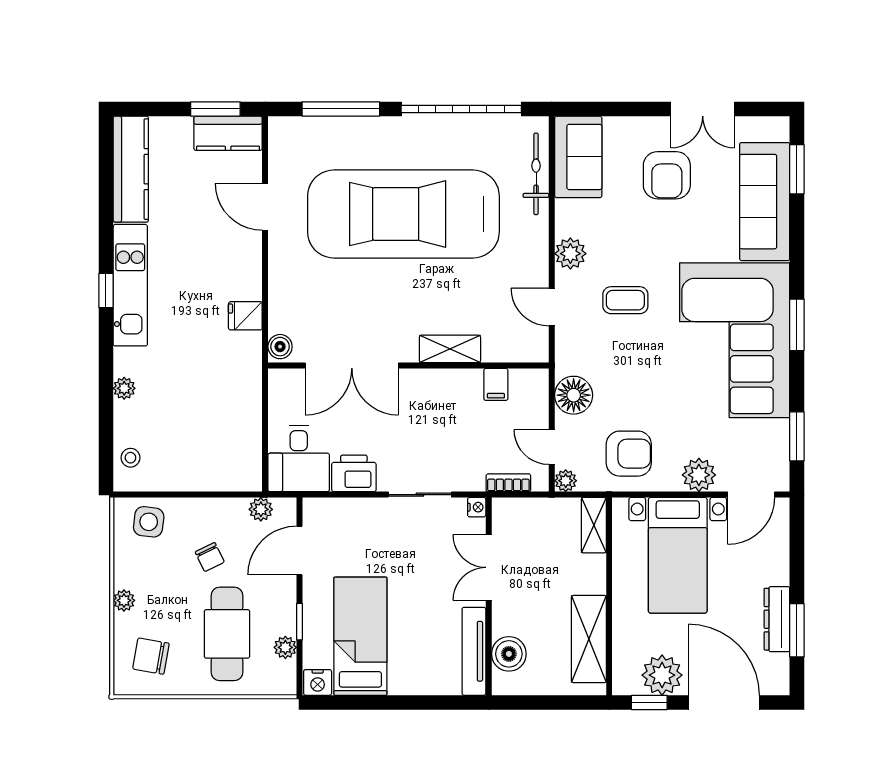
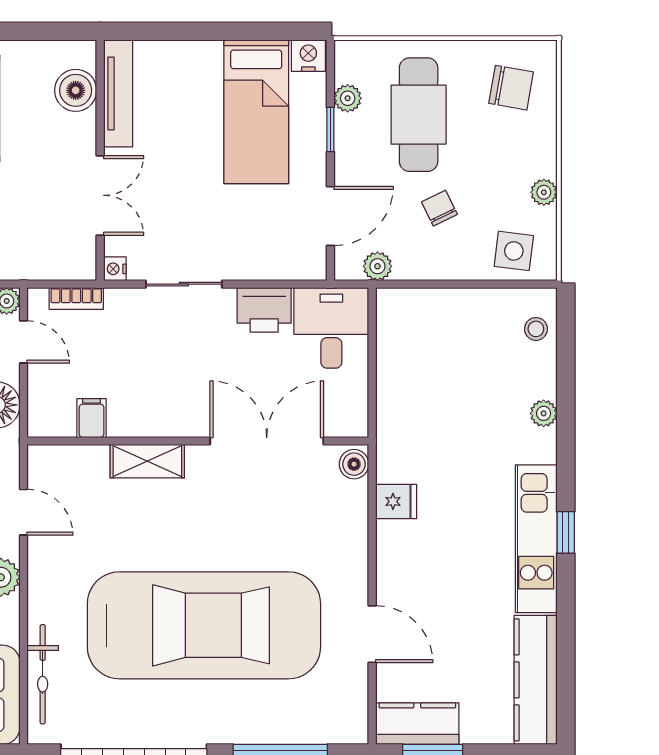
plant: (124, 600) -> (544, 192), moved

